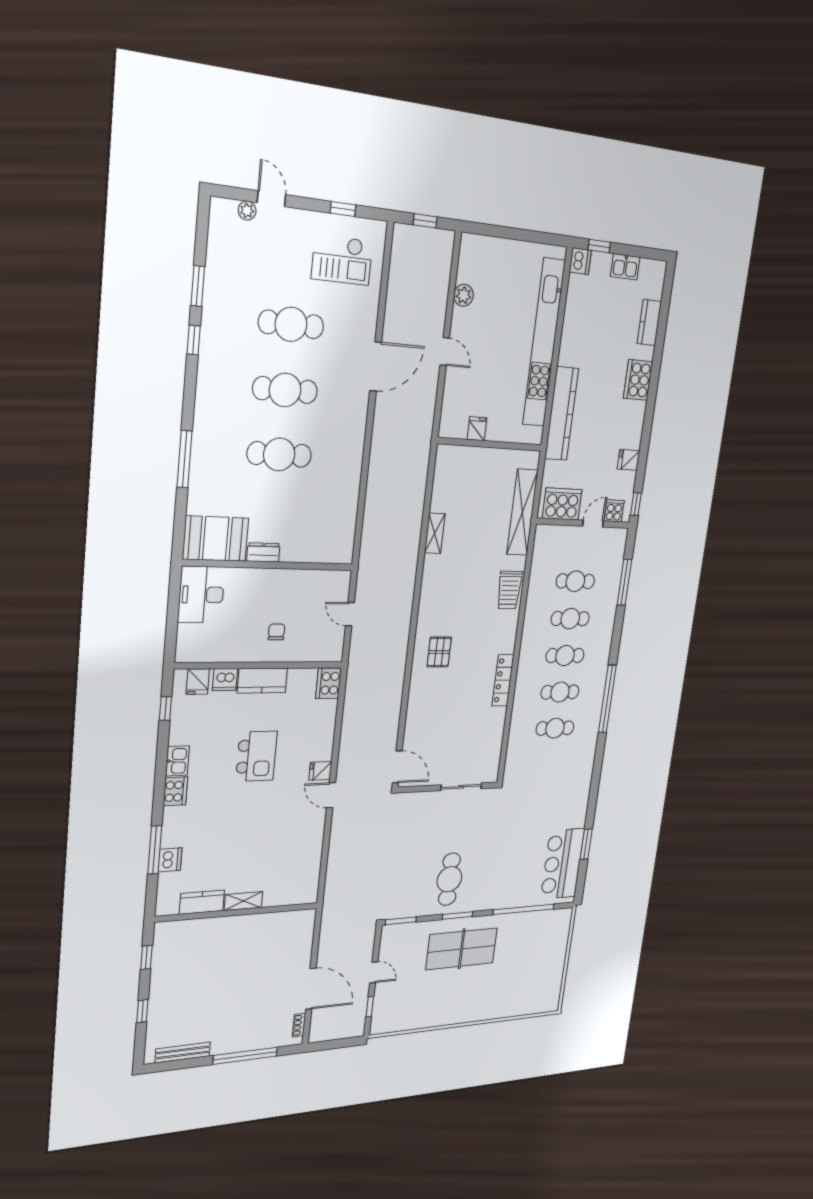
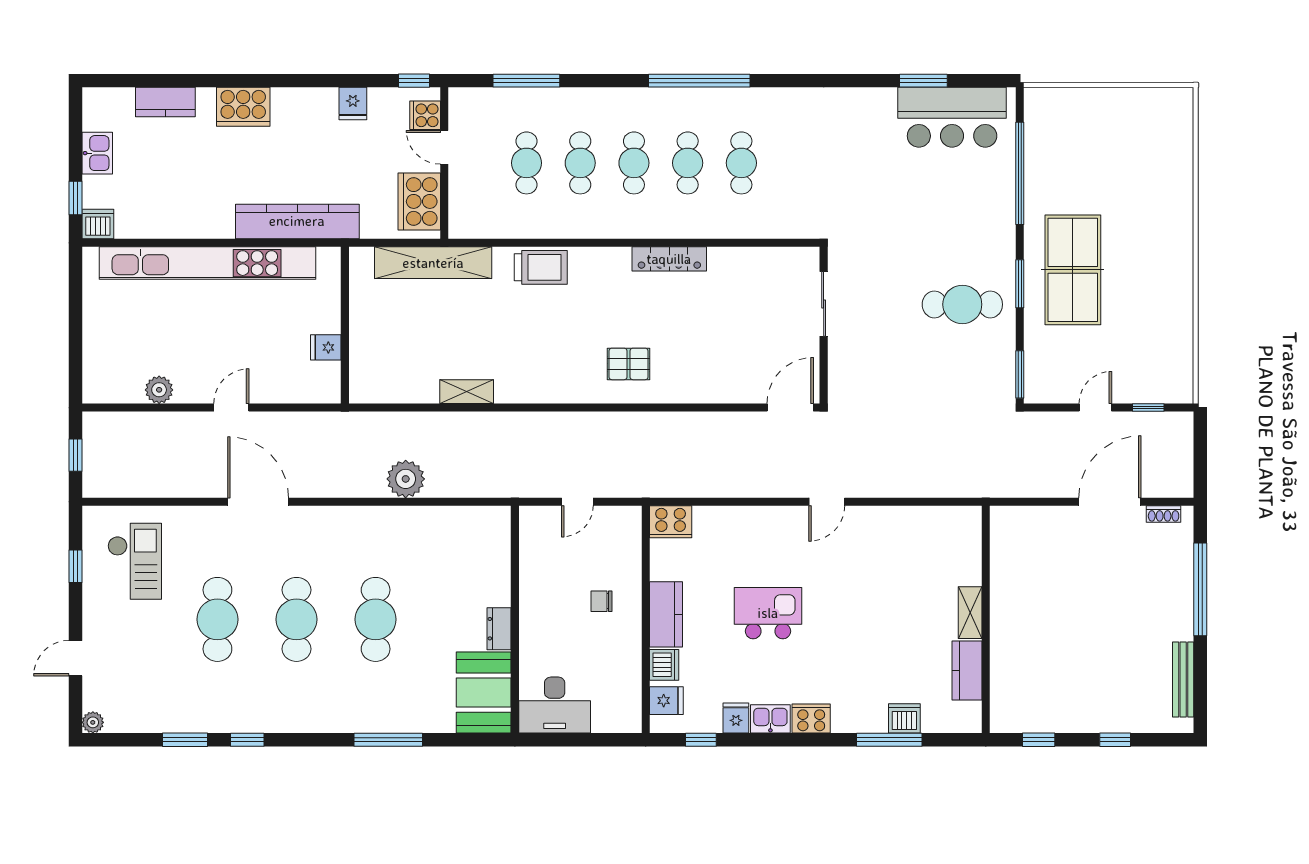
plant: (247, 211) -> (93, 722), moved
plant: (380, 484) -> (406, 479), added
fridge: (320, 771) -> (736, 718), moved, turned 180

